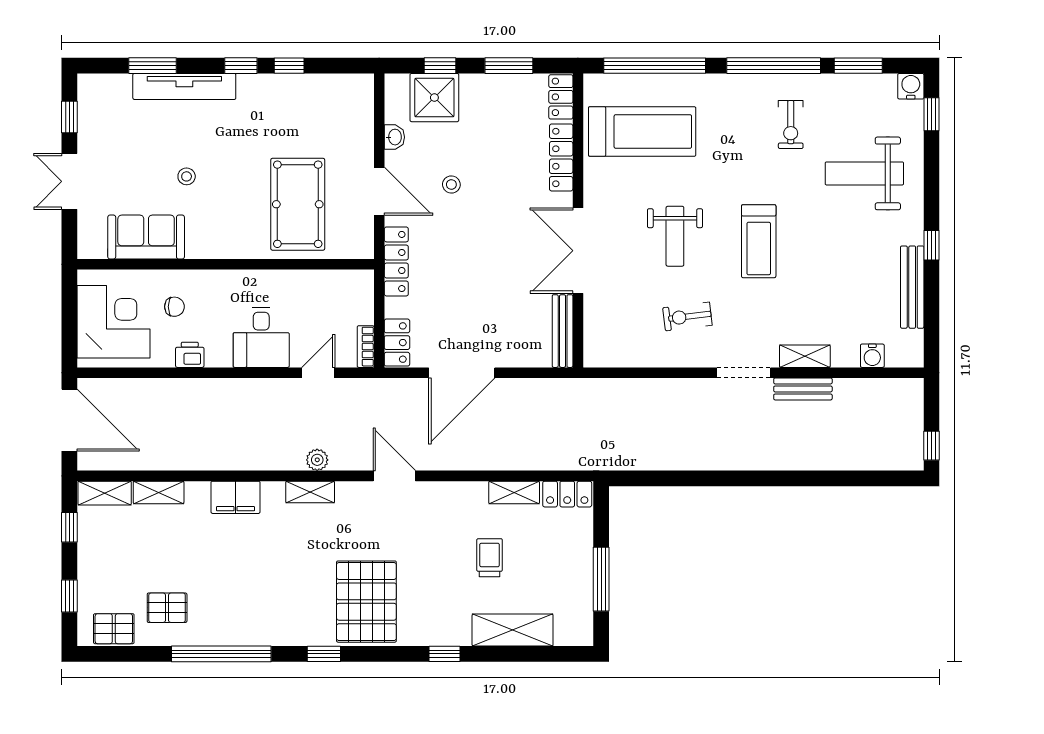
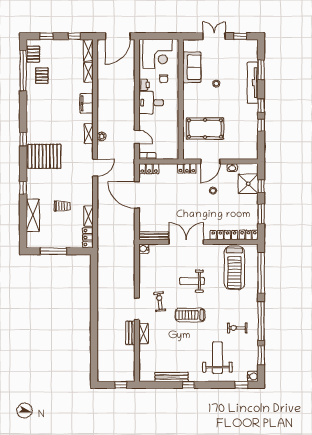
locker: (396, 261) -> (187, 168), width x0.66
exercise bike: (687, 317) -> (160, 302), moved
desk: (261, 337) -> (151, 103), moved
water cooler: (872, 356) -> (144, 249), moved
window: (932, 446) -> (121, 385), moved
window: (221, 654) -> (23, 71), moved

